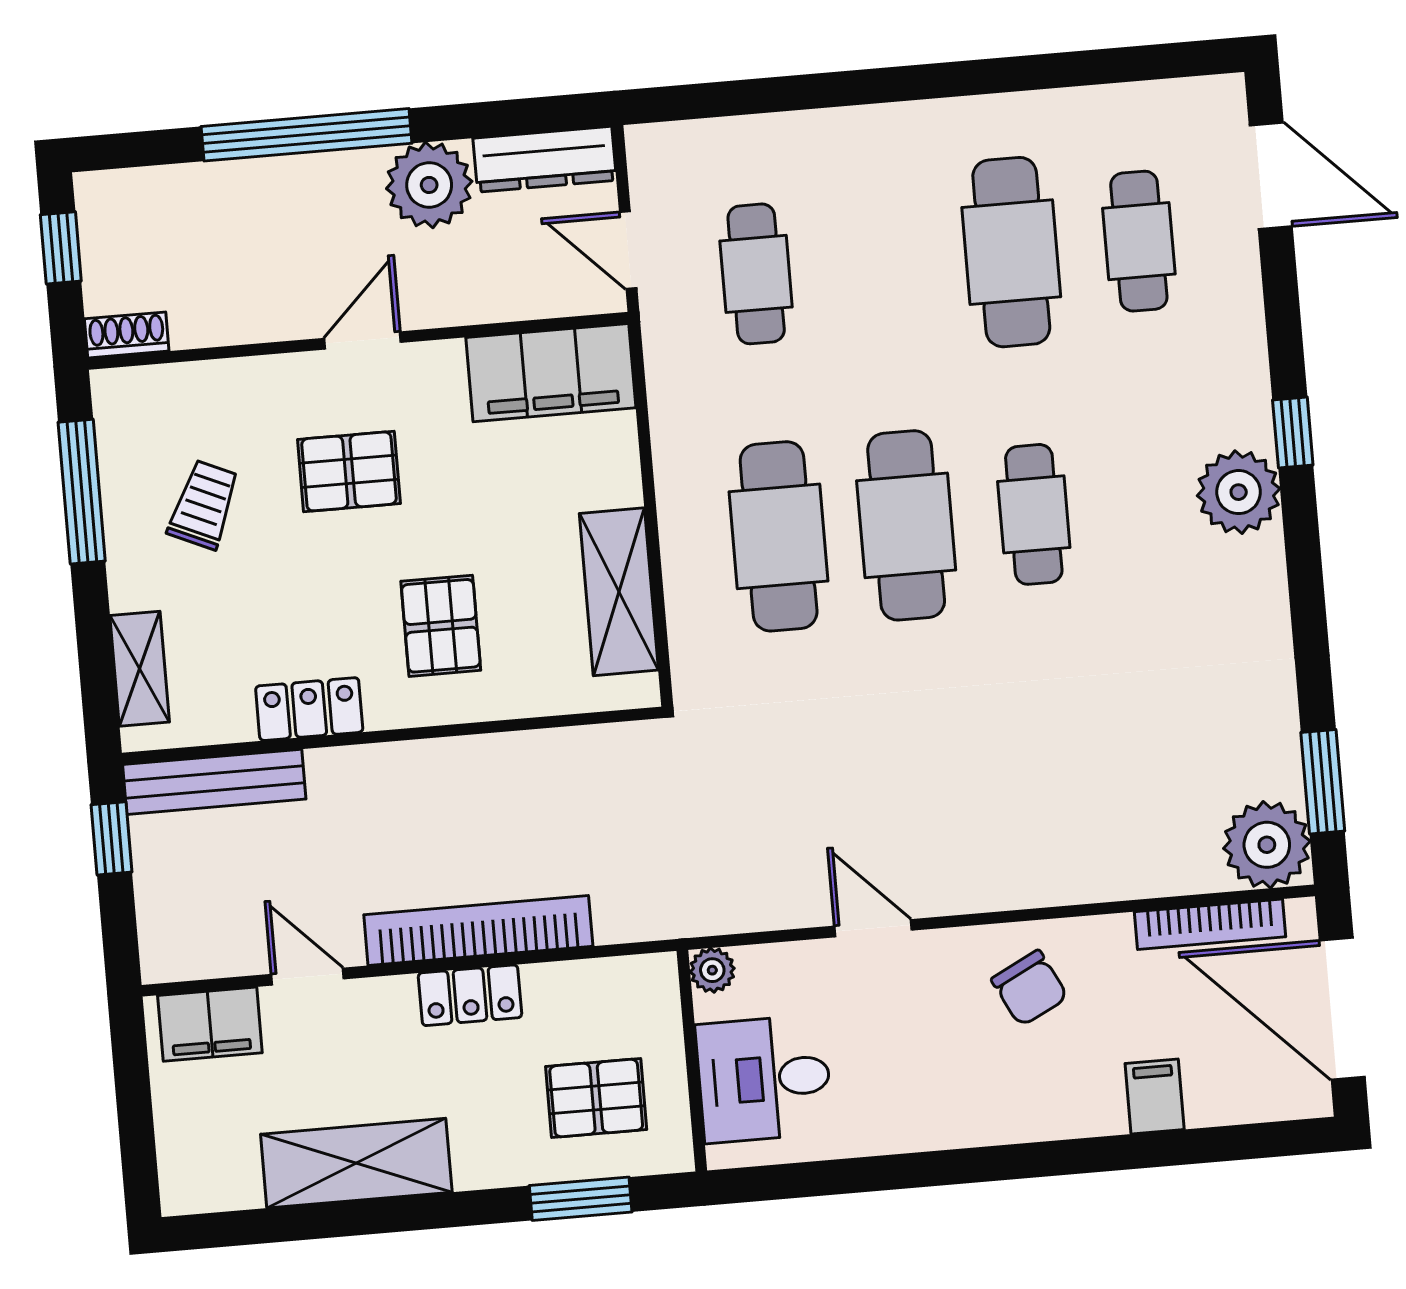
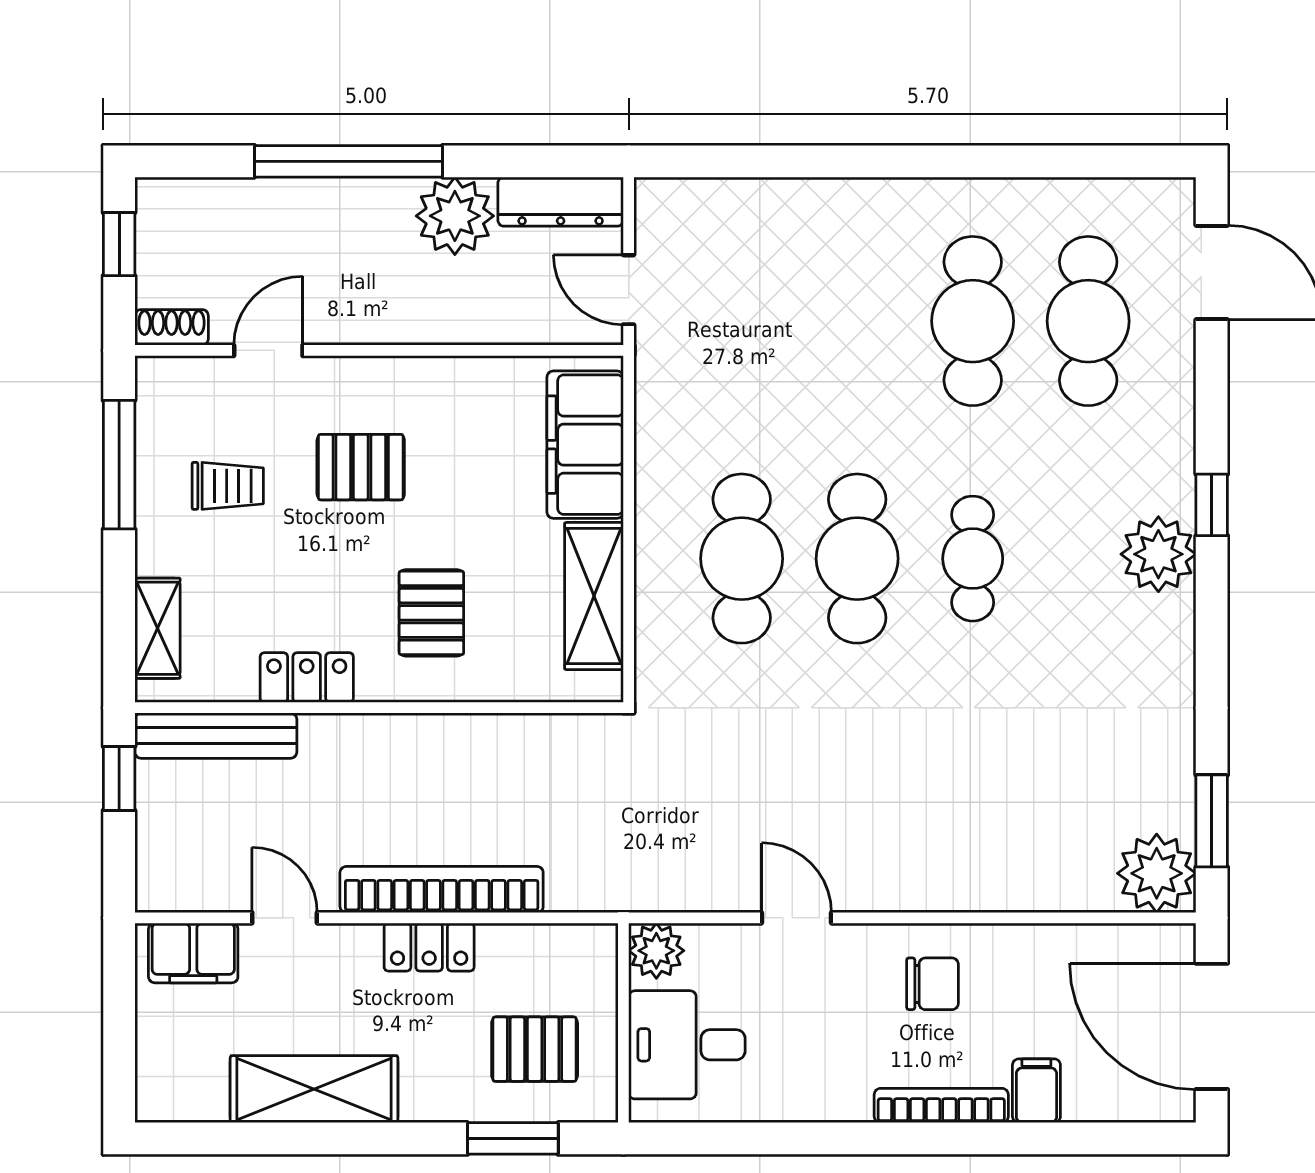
cafe table: (1139, 241) -> (1088, 321), width x1.37, depth x1.35
cafe table: (756, 274) -> (742, 321), removed
door: (362, 340) -> (268, 350), moved
filing cabinet: (551, 373) -> (585, 445), moved, turned 90
trolley: (204, 505) -> (228, 486), turned 66
bookcase: (1210, 924) -> (941, 1106), moved, turned 180
plant: (712, 970) -> (656, 951), width x1.38, depth x1.38
chair: (1030, 988) -> (932, 984), turned -63

